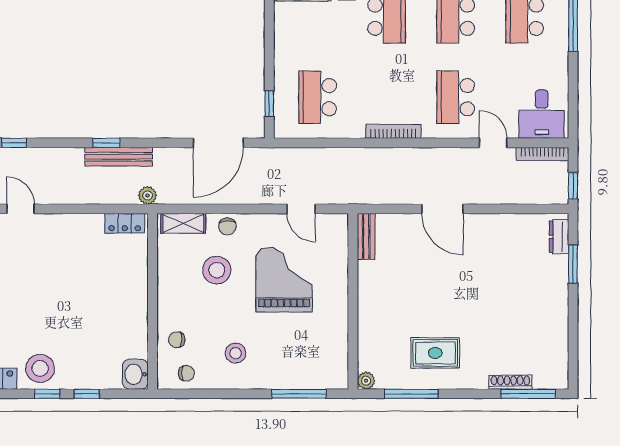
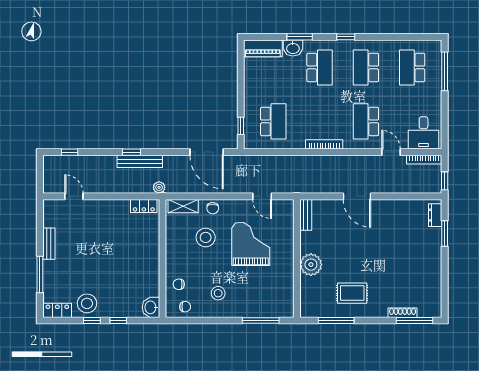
school desk: (318, 97) -> (273, 121), turned 180
door: (218, 143) -> (207, 152), hinge flipped
plant: (366, 381) -> (311, 265), moved, width x1.87, depth x1.87

